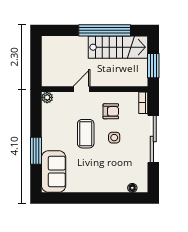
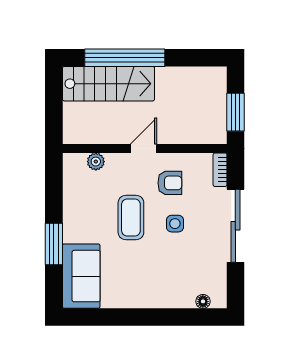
window: (105, 30) -> (125, 58), moved
stairs: (118, 47) -> (108, 84), moved
door: (82, 89) -> (144, 148), moved
plant: (47, 97) -> (96, 162), moved

